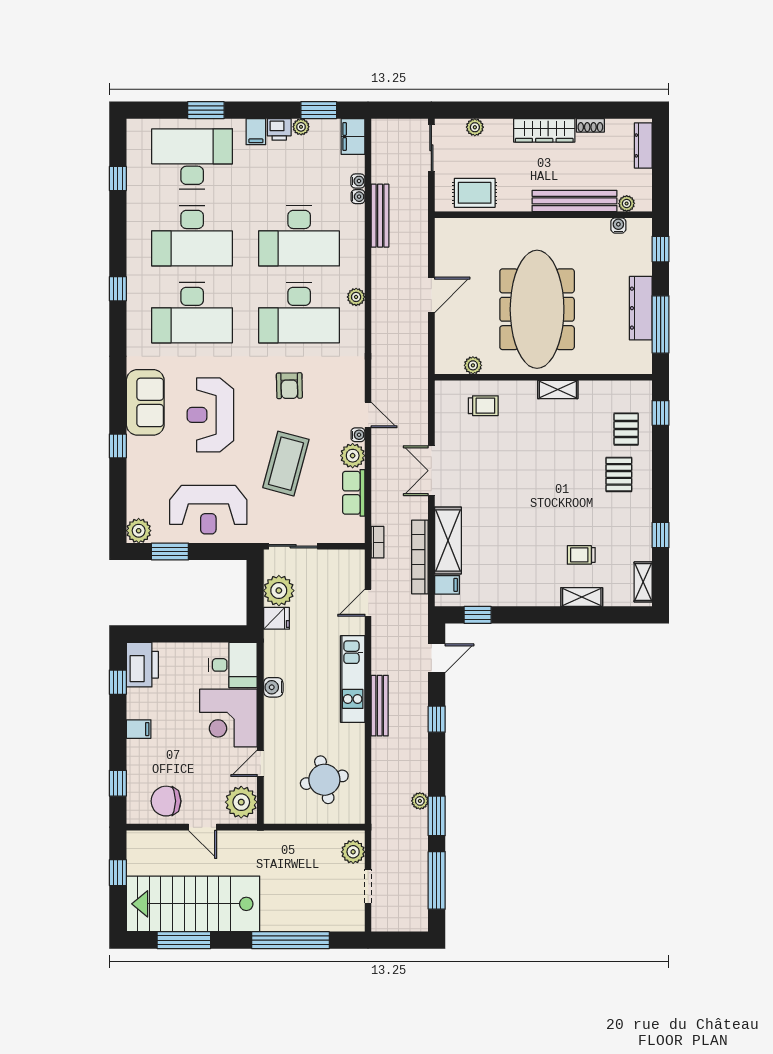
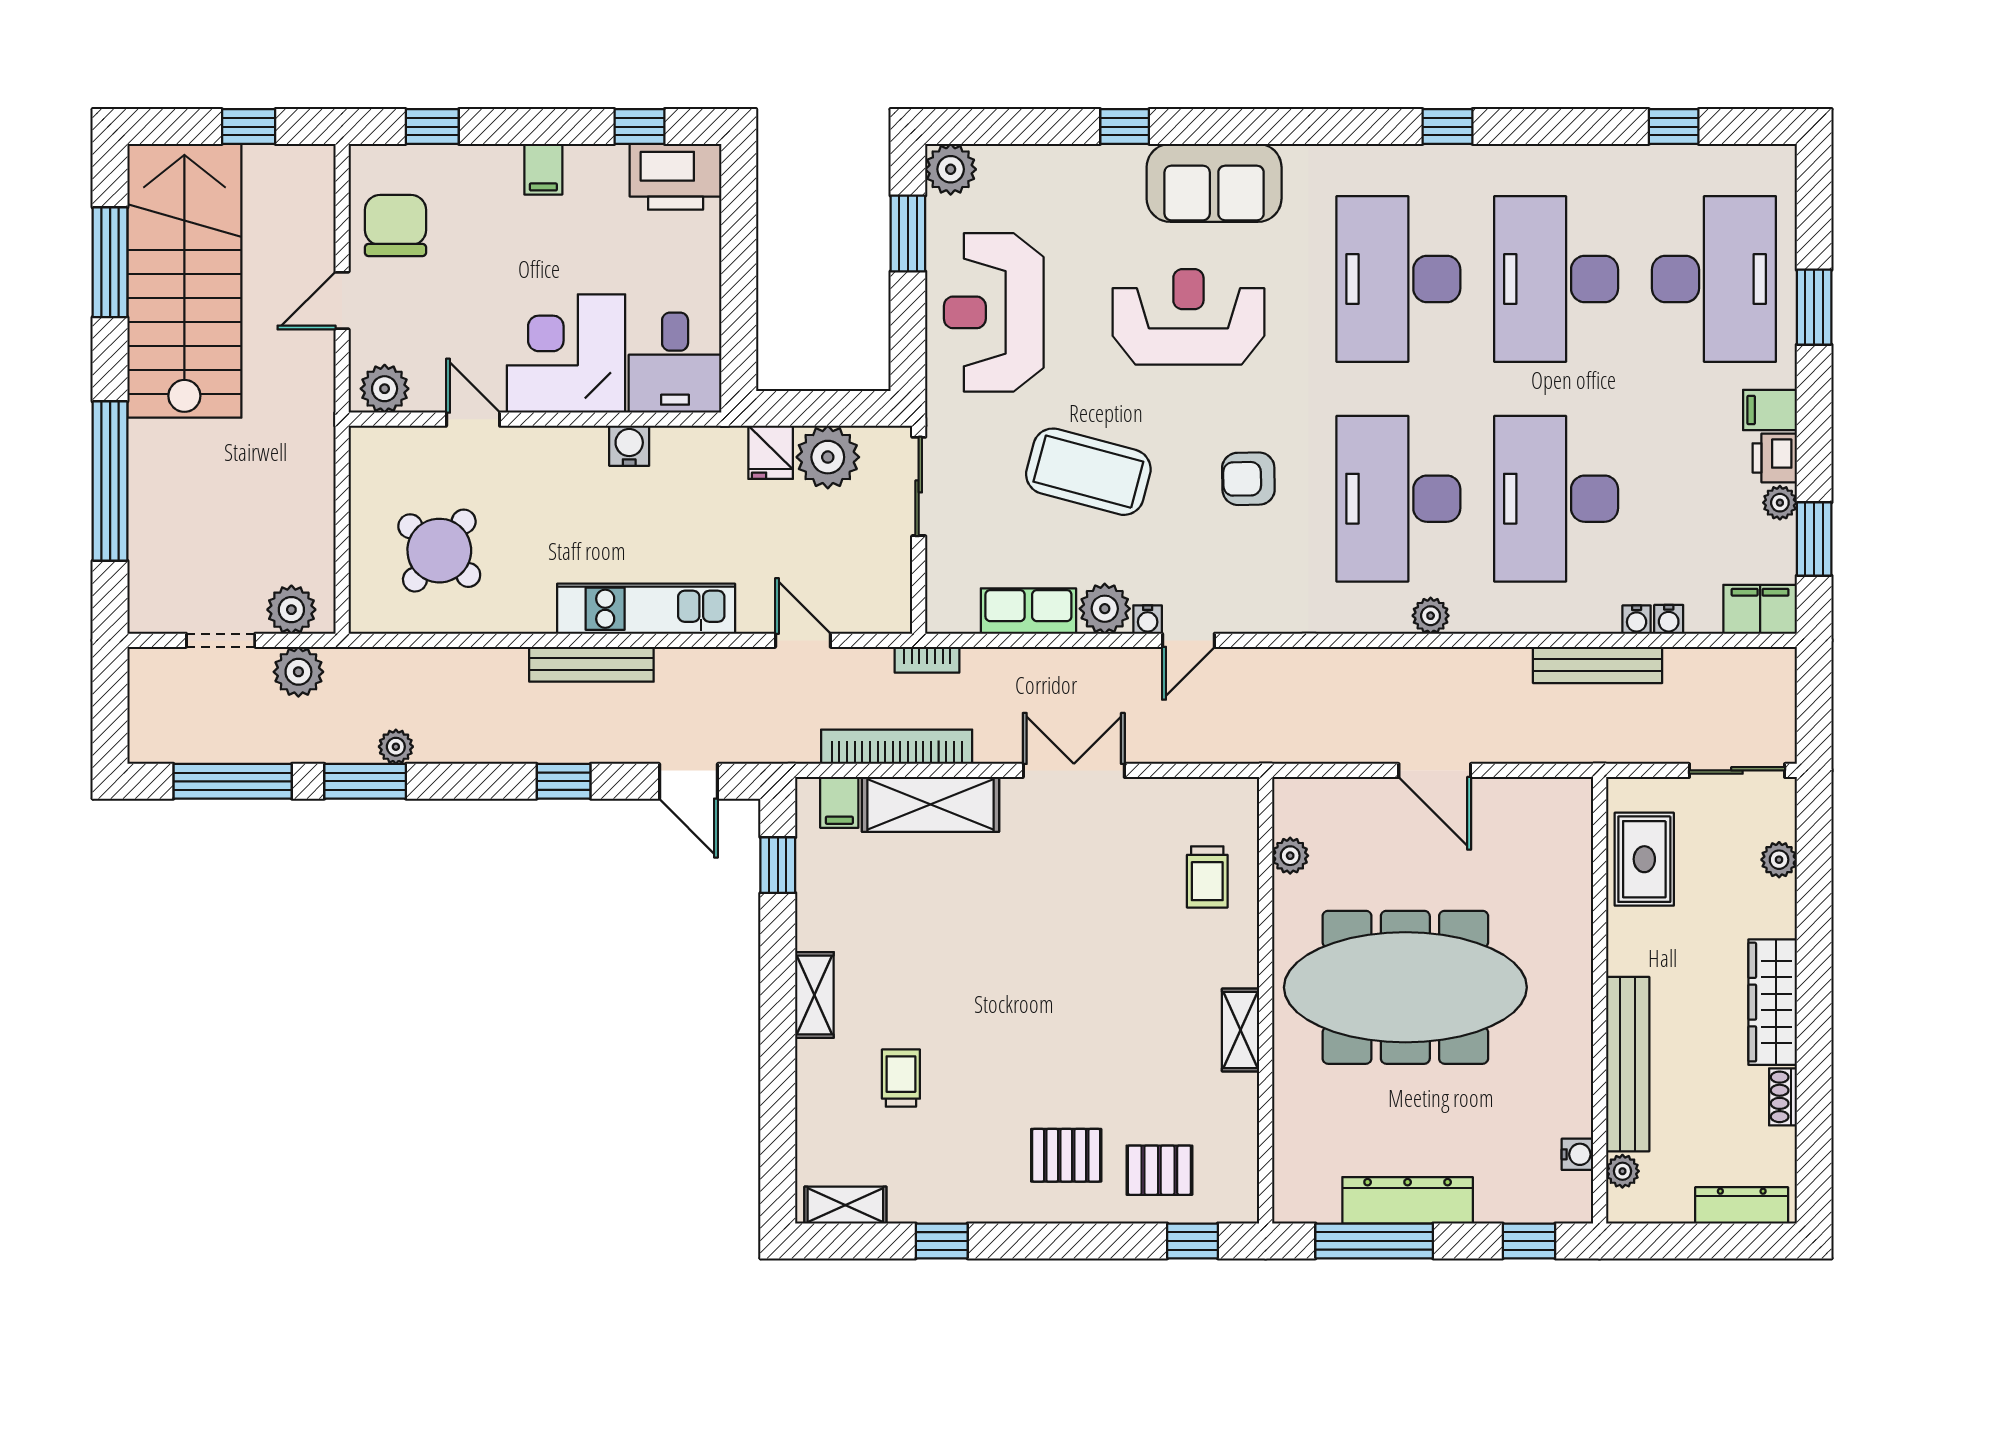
shelving: (582, 597) -> (814, 995), moved
round table: (324, 780) -> (439, 551), turned -38
plant: (241, 802) -> (385, 389), width x0.73, depth x0.73
plant: (383, 848) -> (298, 672), added

